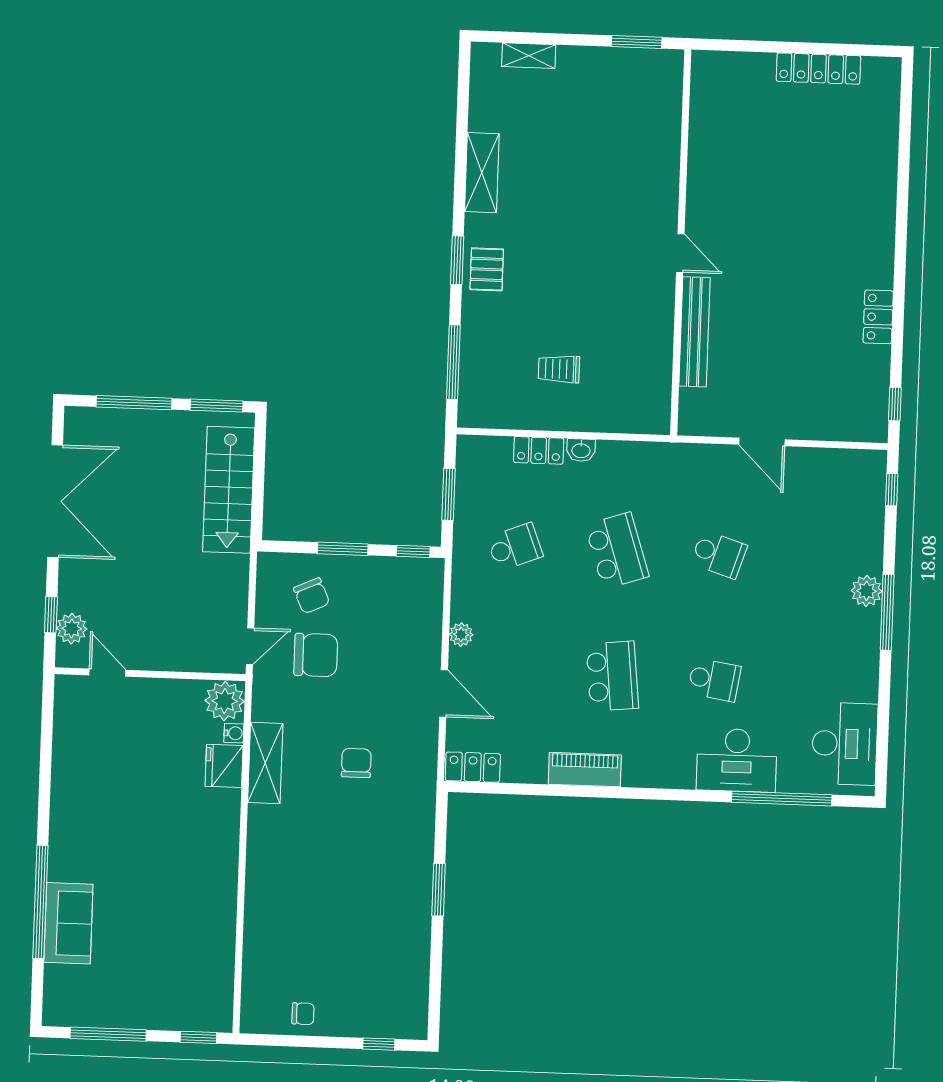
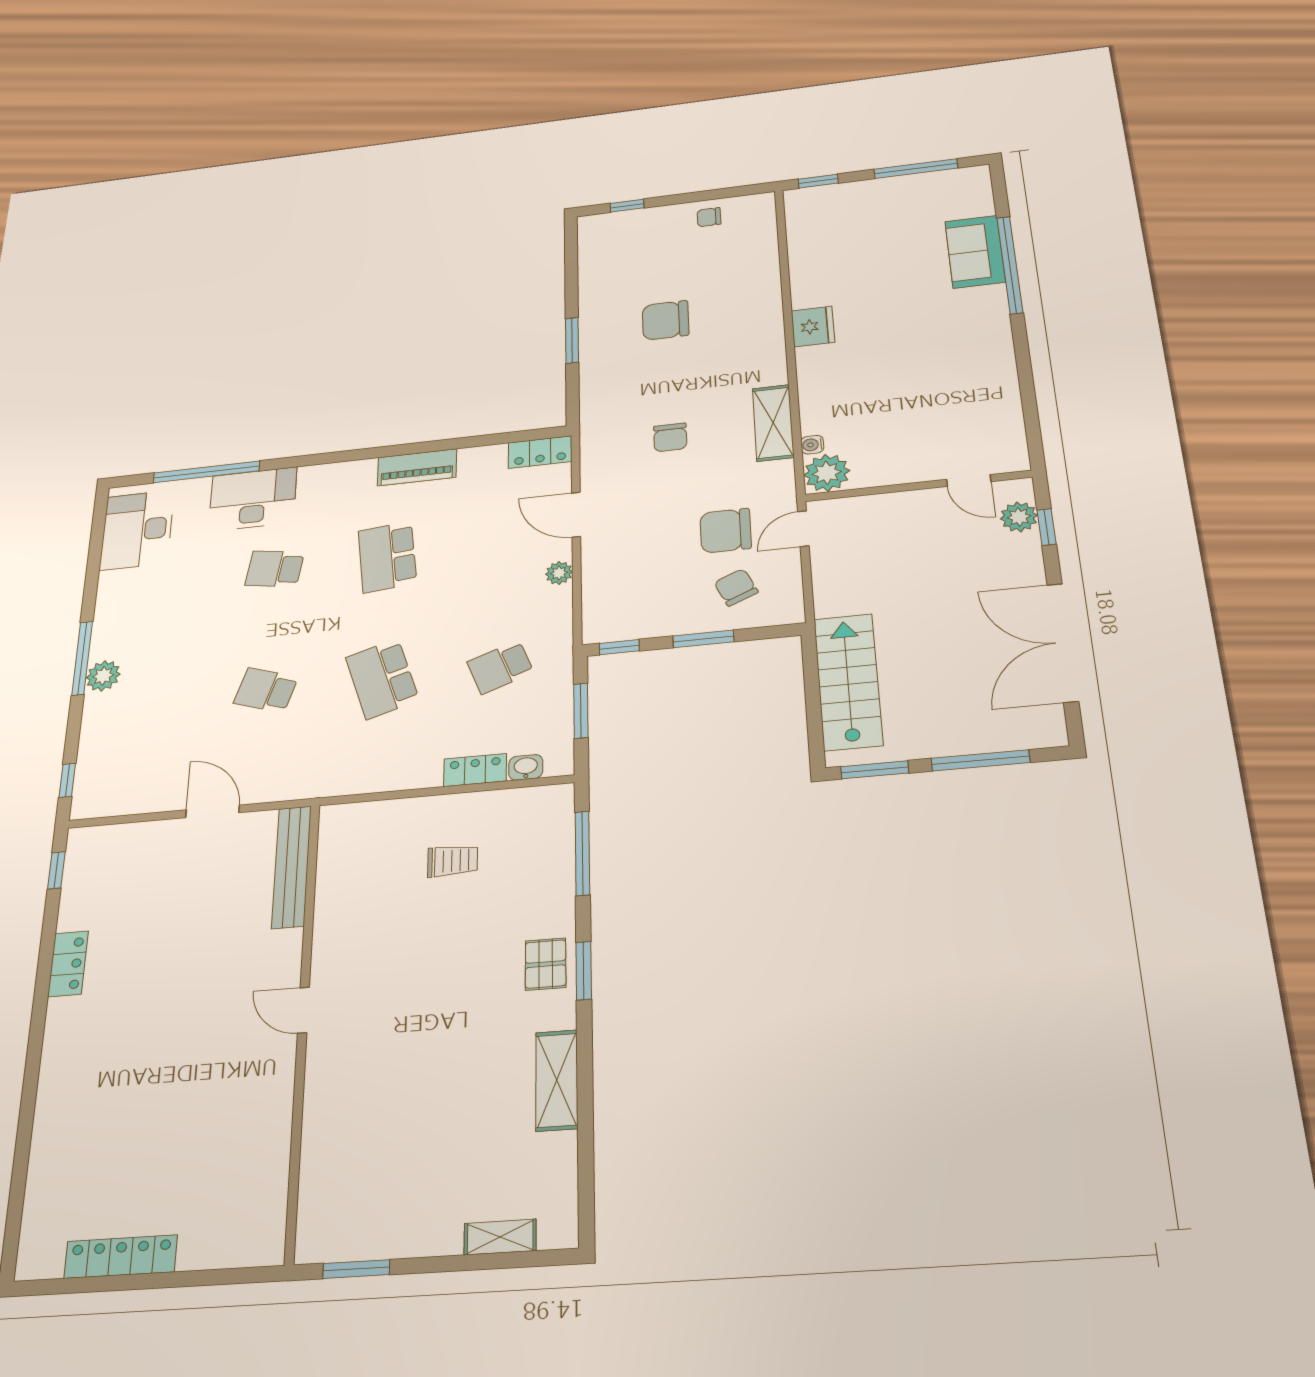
bench: (694, 332) -> (292, 867), moved
washbasin: (581, 450) -> (526, 767), moved
fridge: (224, 766) -> (813, 326), moved
chair: (352, 897) -> (665, 320), added

